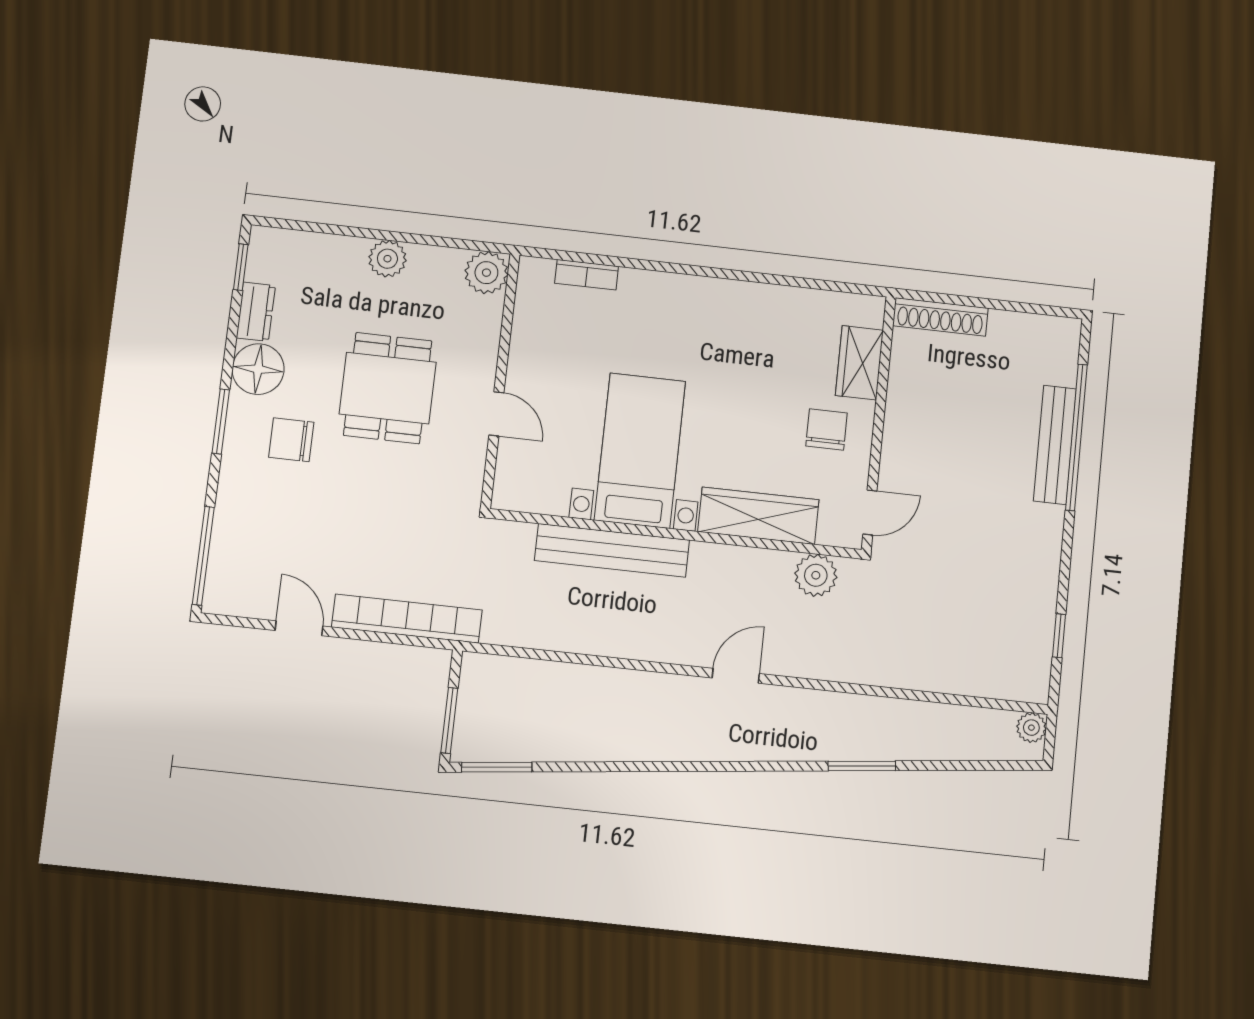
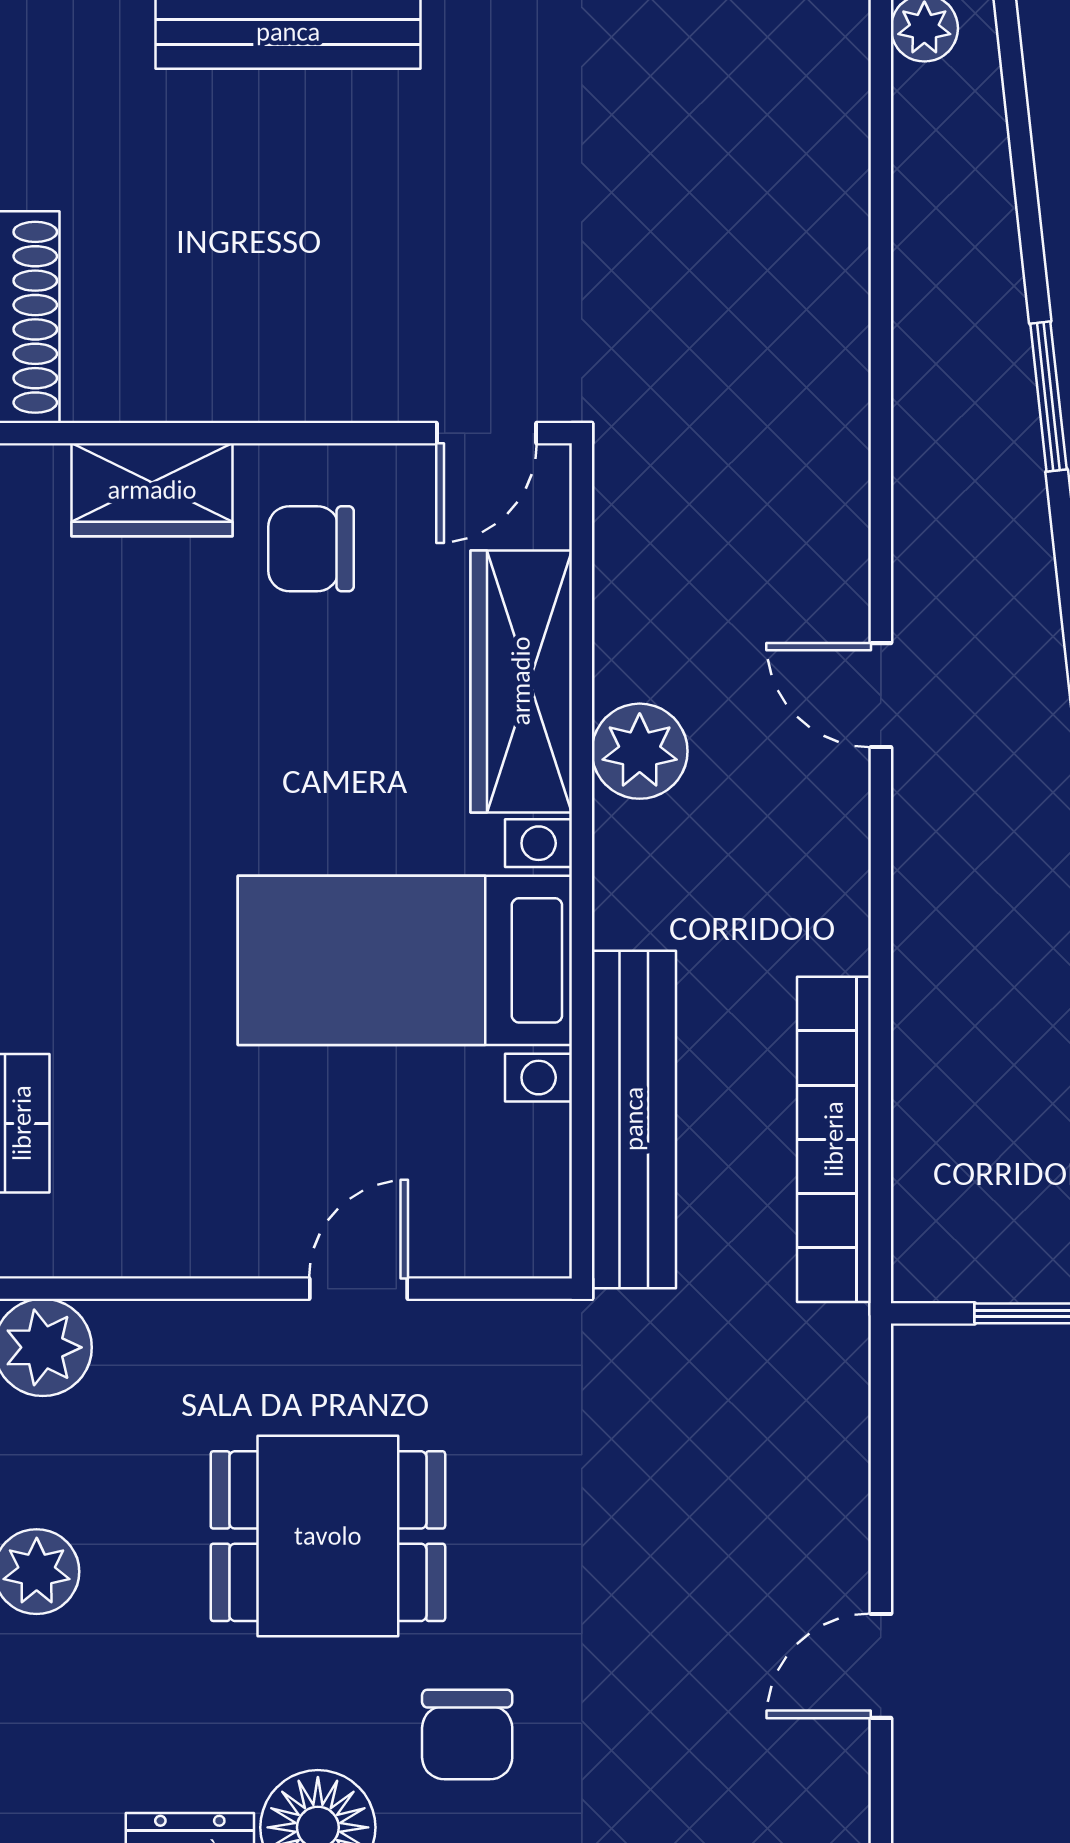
door: (870, 513) -> (487, 433), swing flipped
bench: (612, 550) -> (634, 1119), moved
plant: (816, 575) -> (640, 751), moved
bookcase: (407, 619) -> (834, 1139), moved

